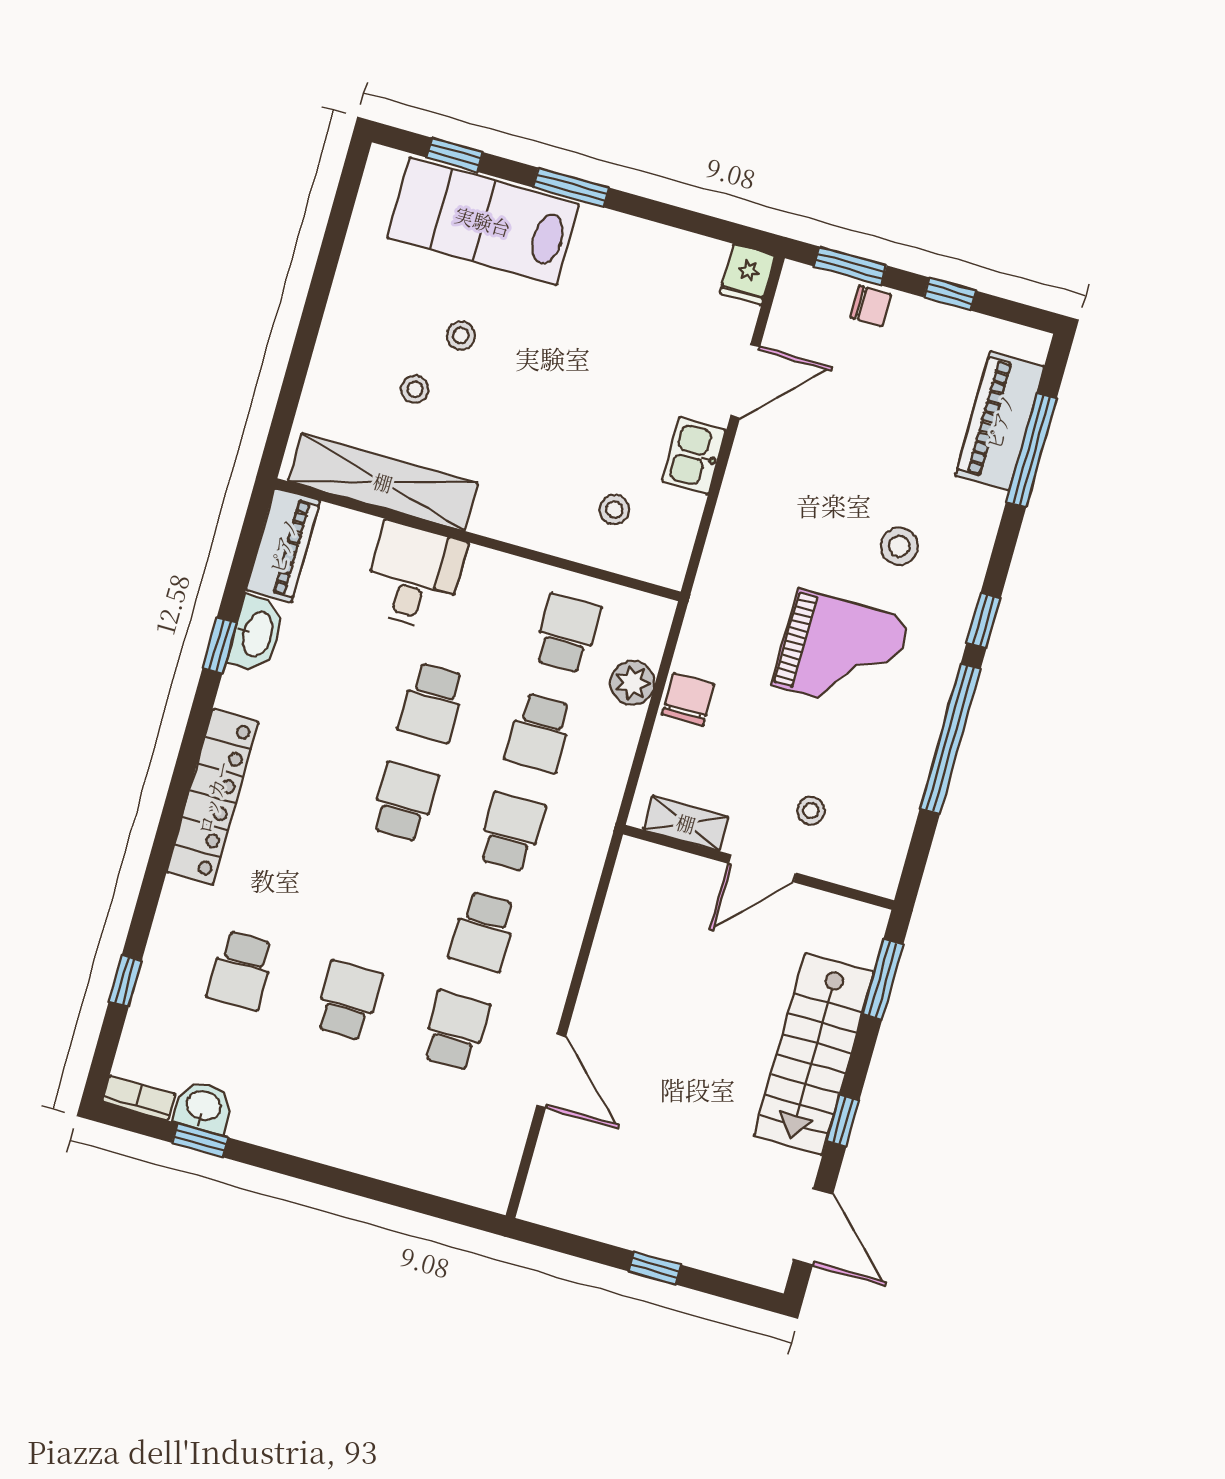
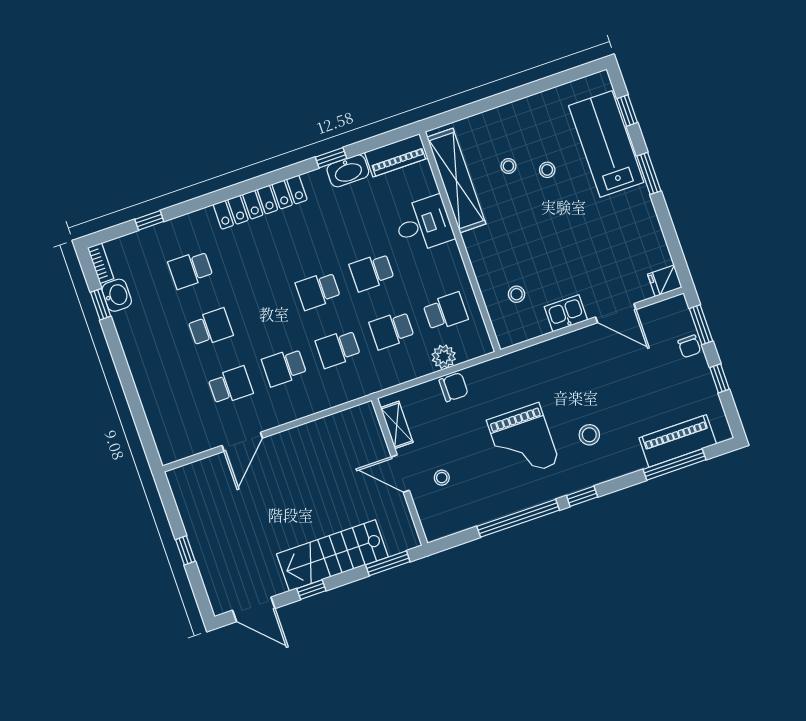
school desk: (404, 802) -> (318, 291), turned 180
school desk: (511, 832) -> (338, 349), turned 180
door: (813, 1227) -> (254, 609), hinge flipped

